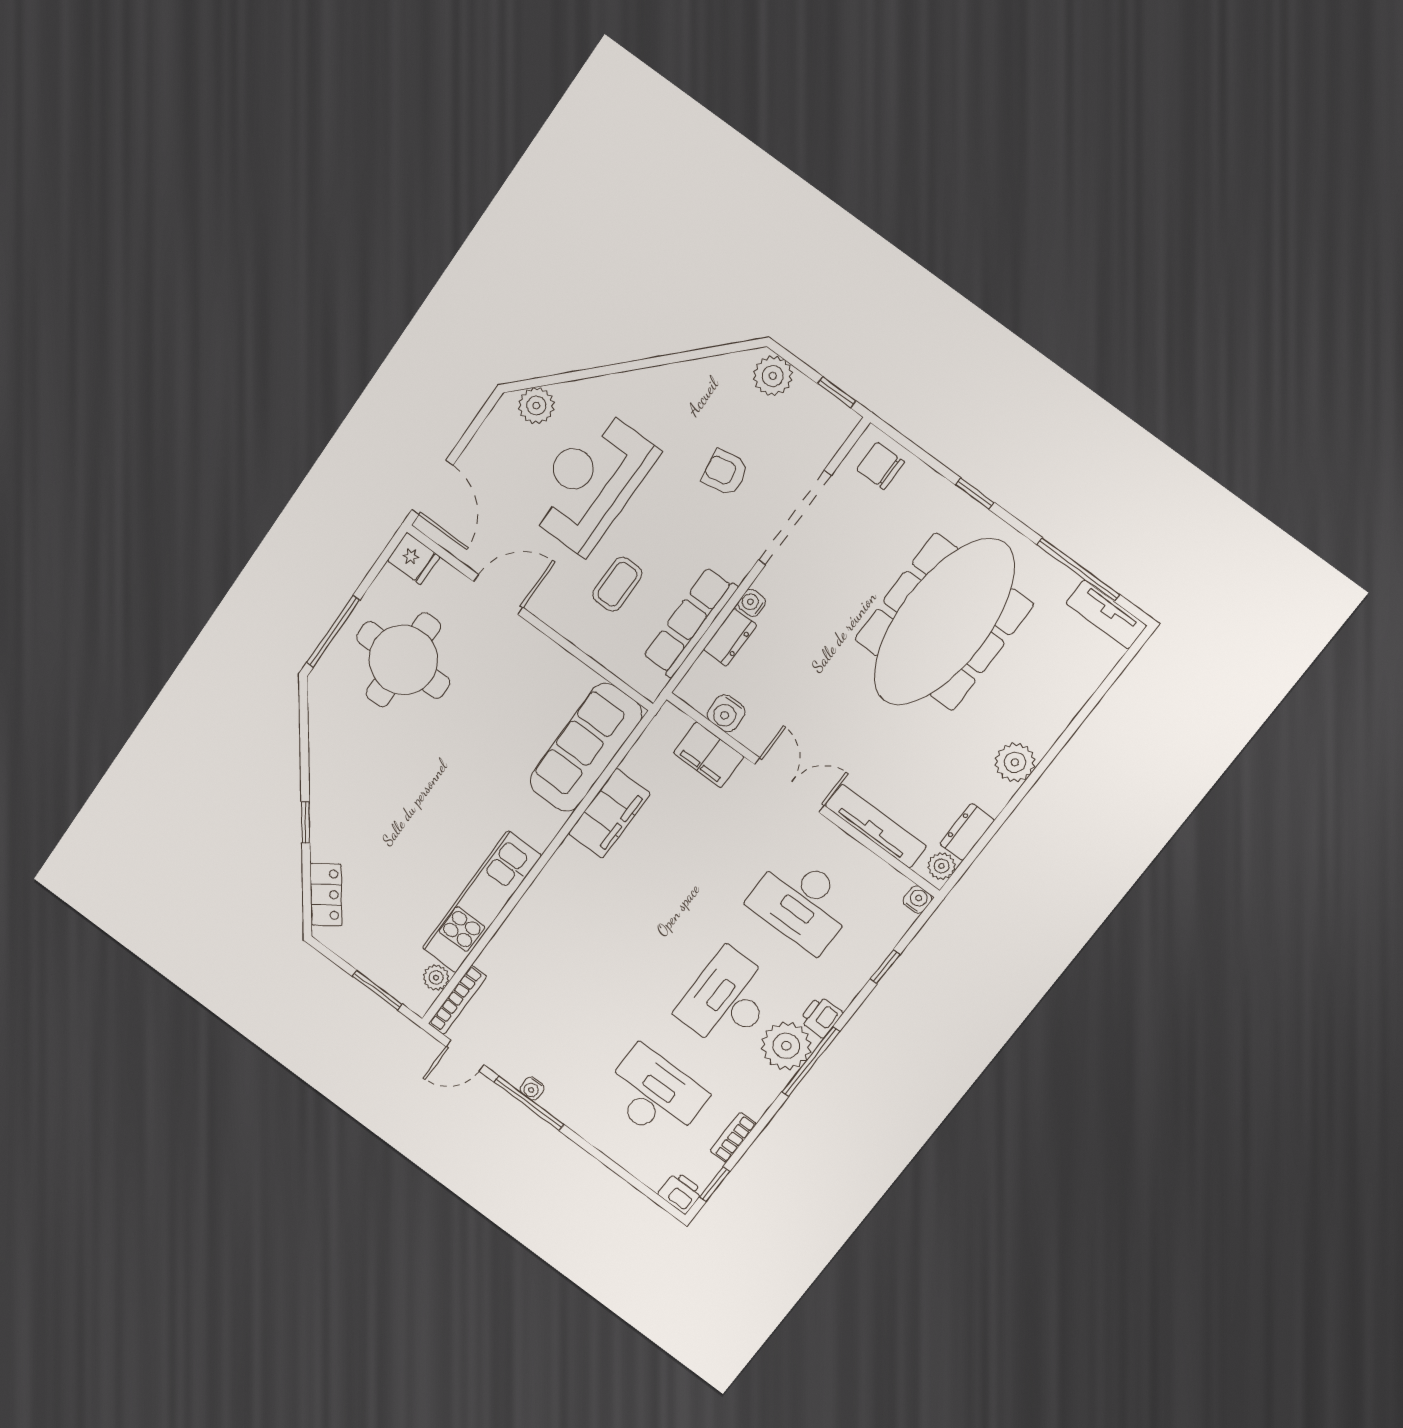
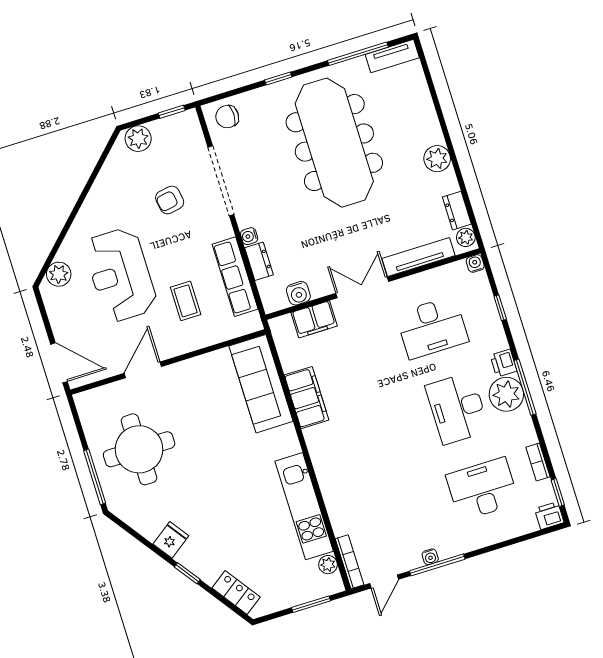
fridge: (414, 559) -> (171, 540), moved, turned -36

